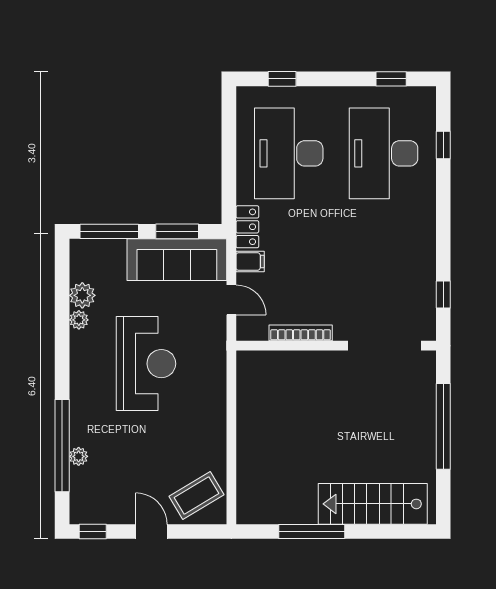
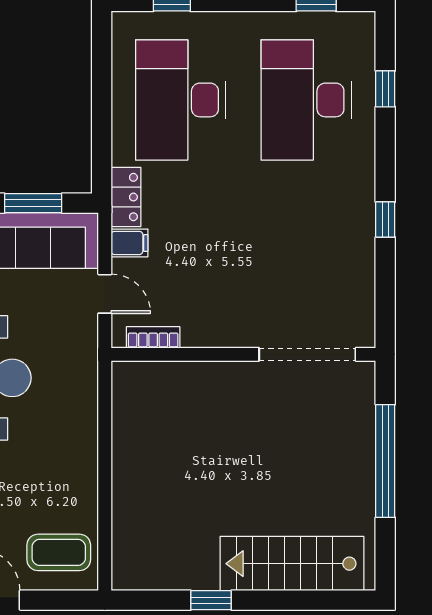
window: (443, 294) -> (385, 220), moved
bookcase: (301, 333) -> (153, 337), moved, width x0.64
coffee table: (197, 495) -> (59, 552), turned 31
window: (312, 532) -> (211, 600), width x0.46

